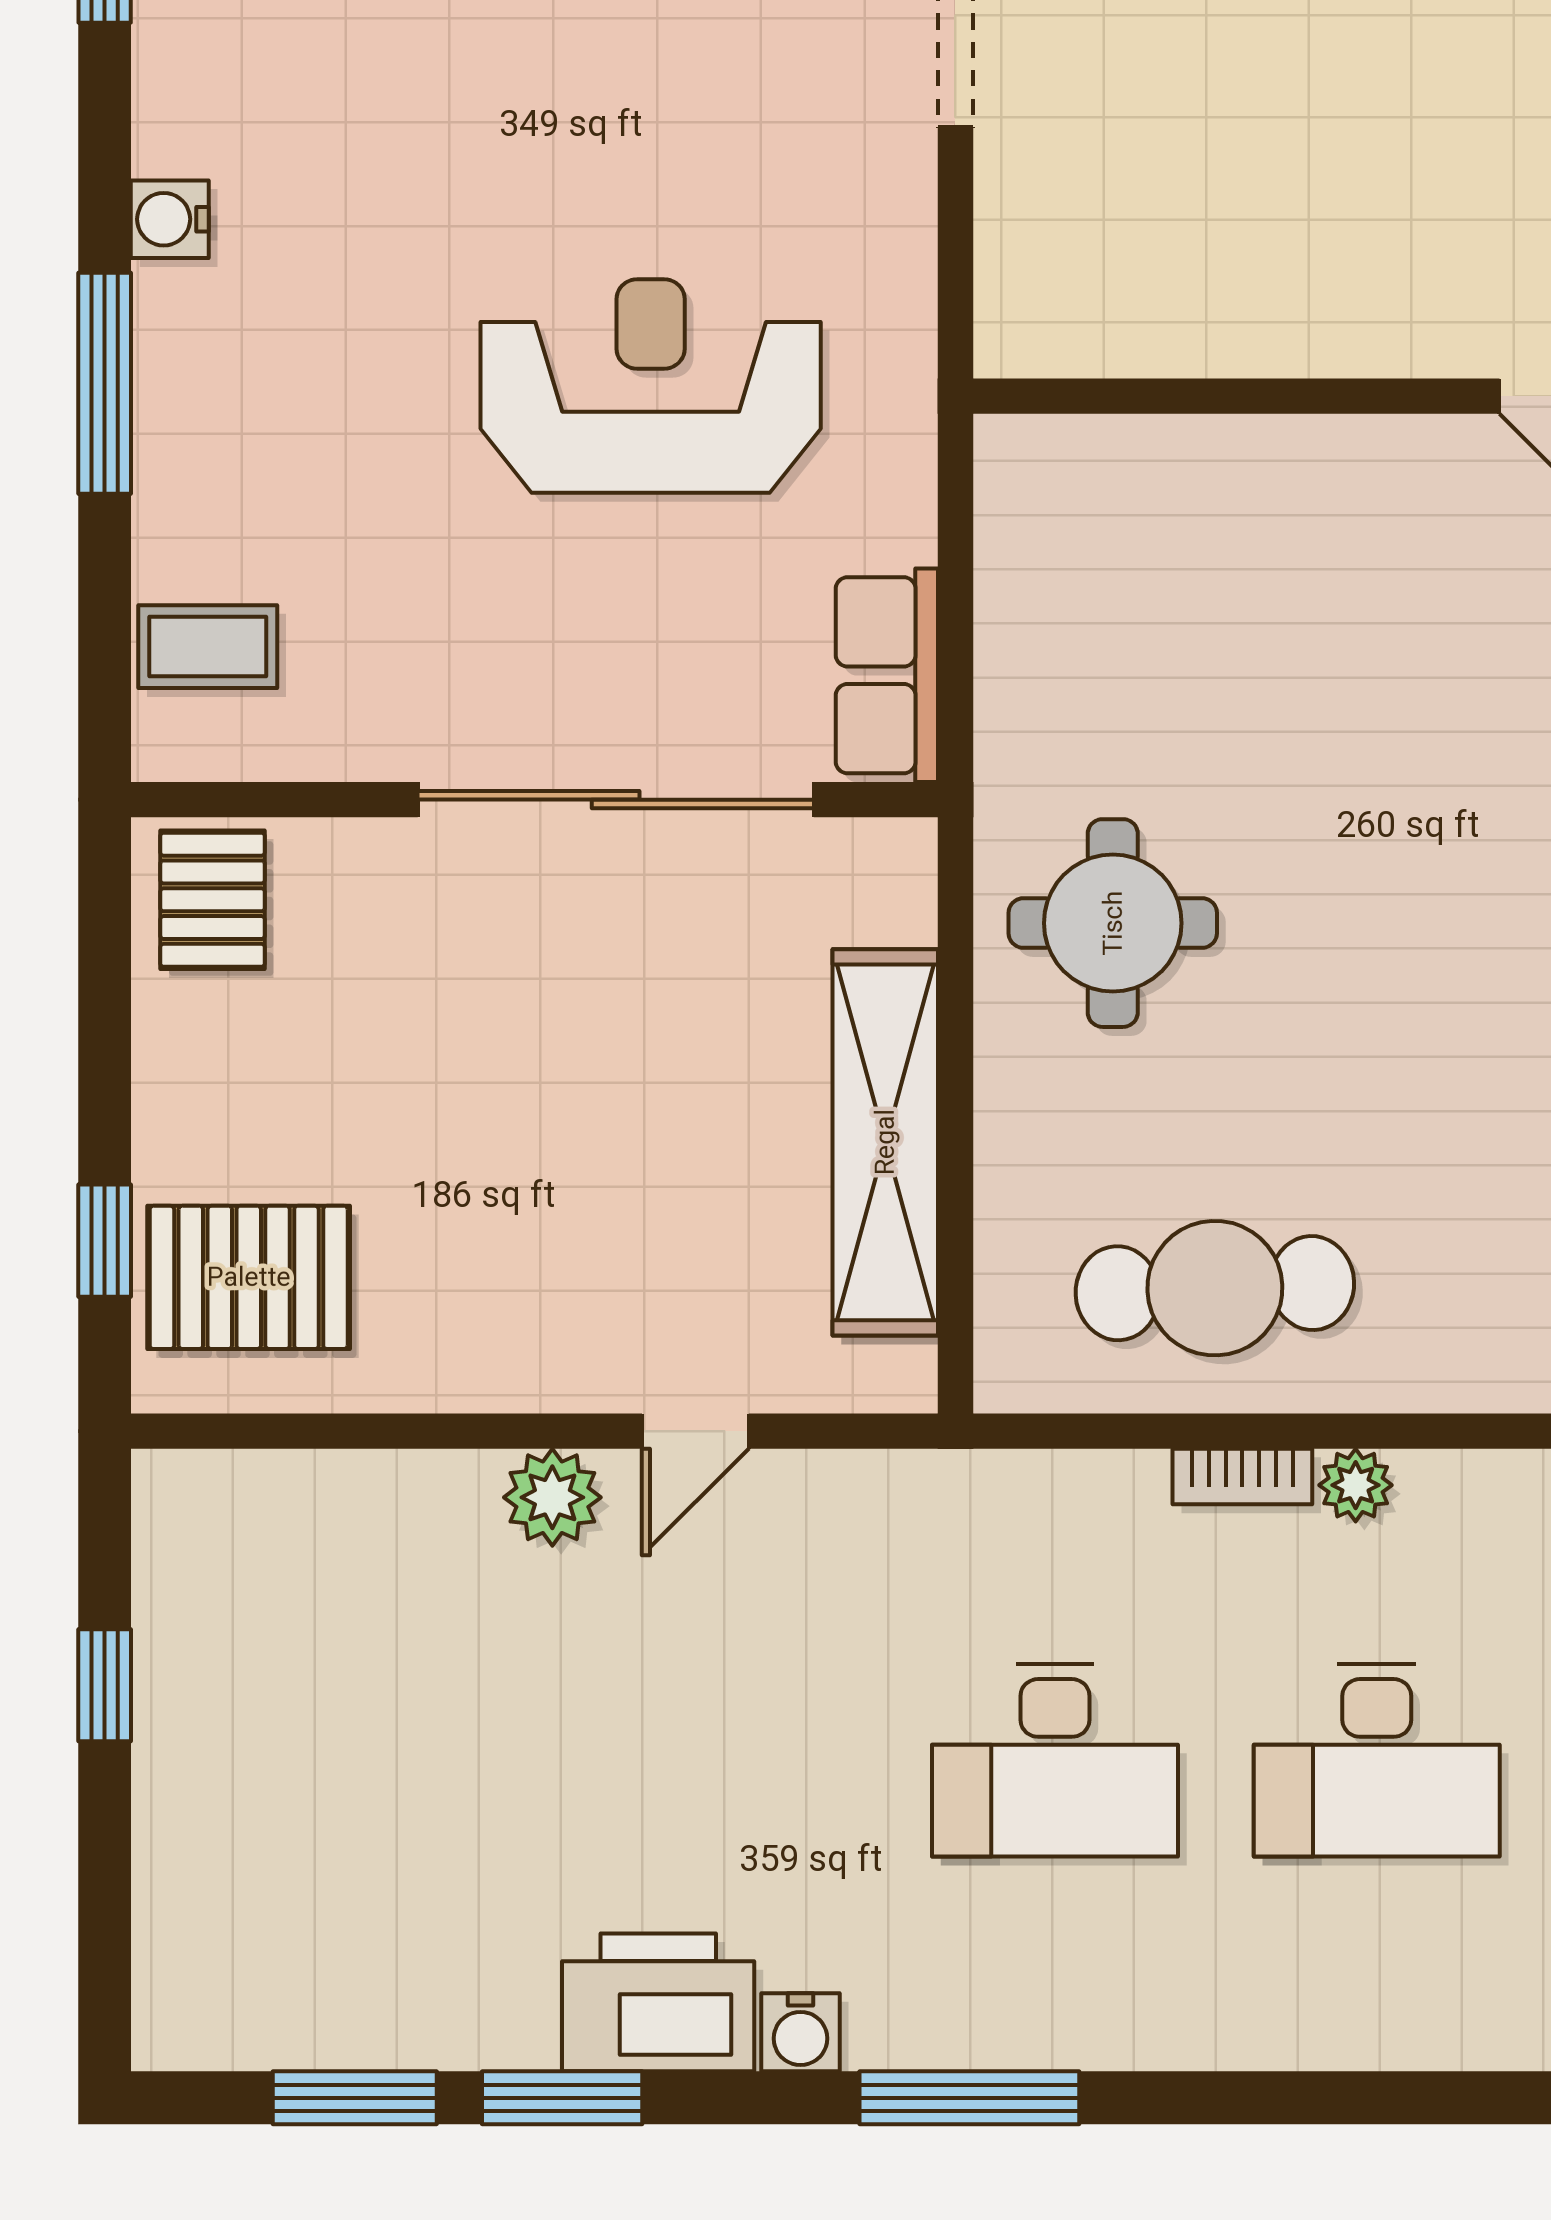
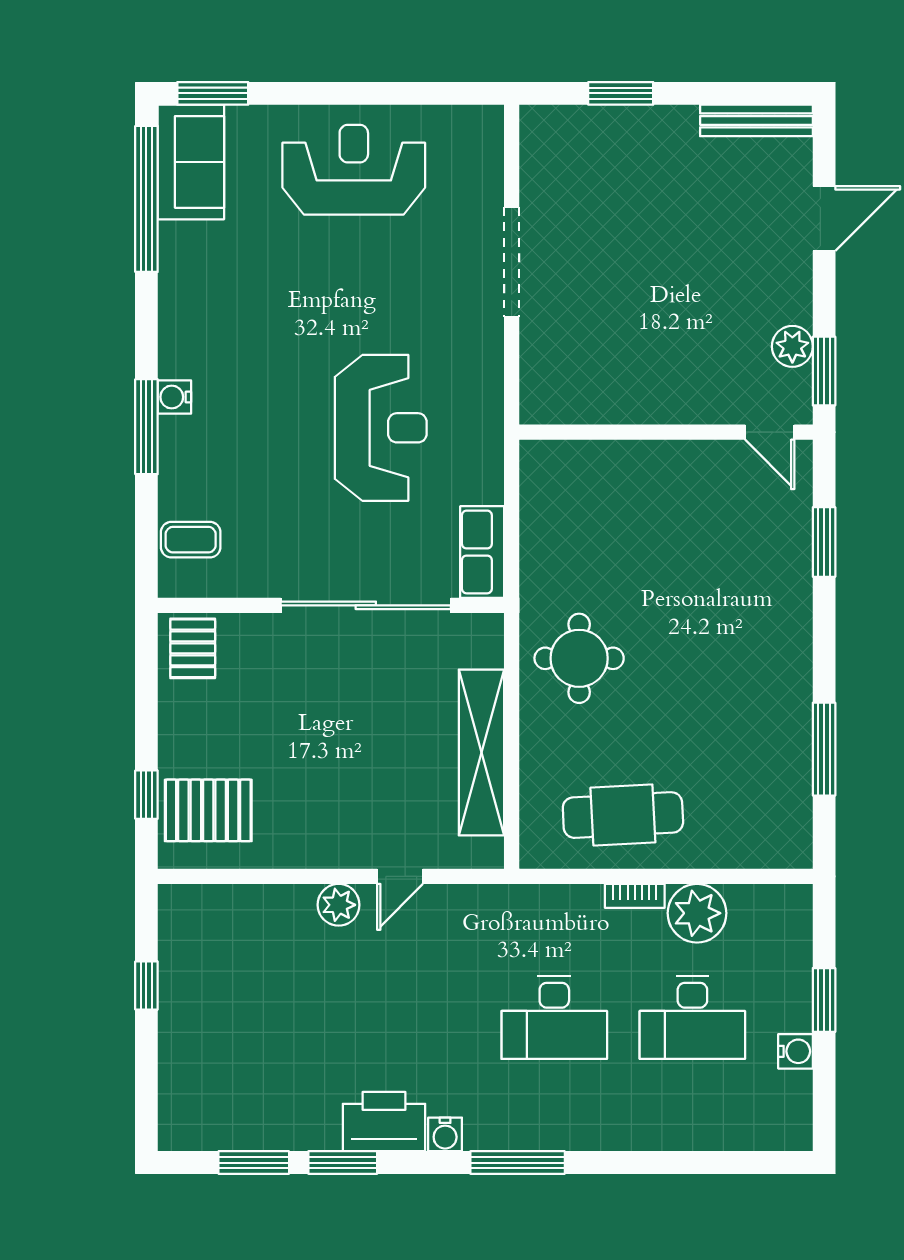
water cooler: (170, 219) -> (174, 397), moved
reception desk: (651, 386) -> (381, 428), turned 90
plant: (1356, 1485) -> (697, 913), width x1.88, depth x1.88

